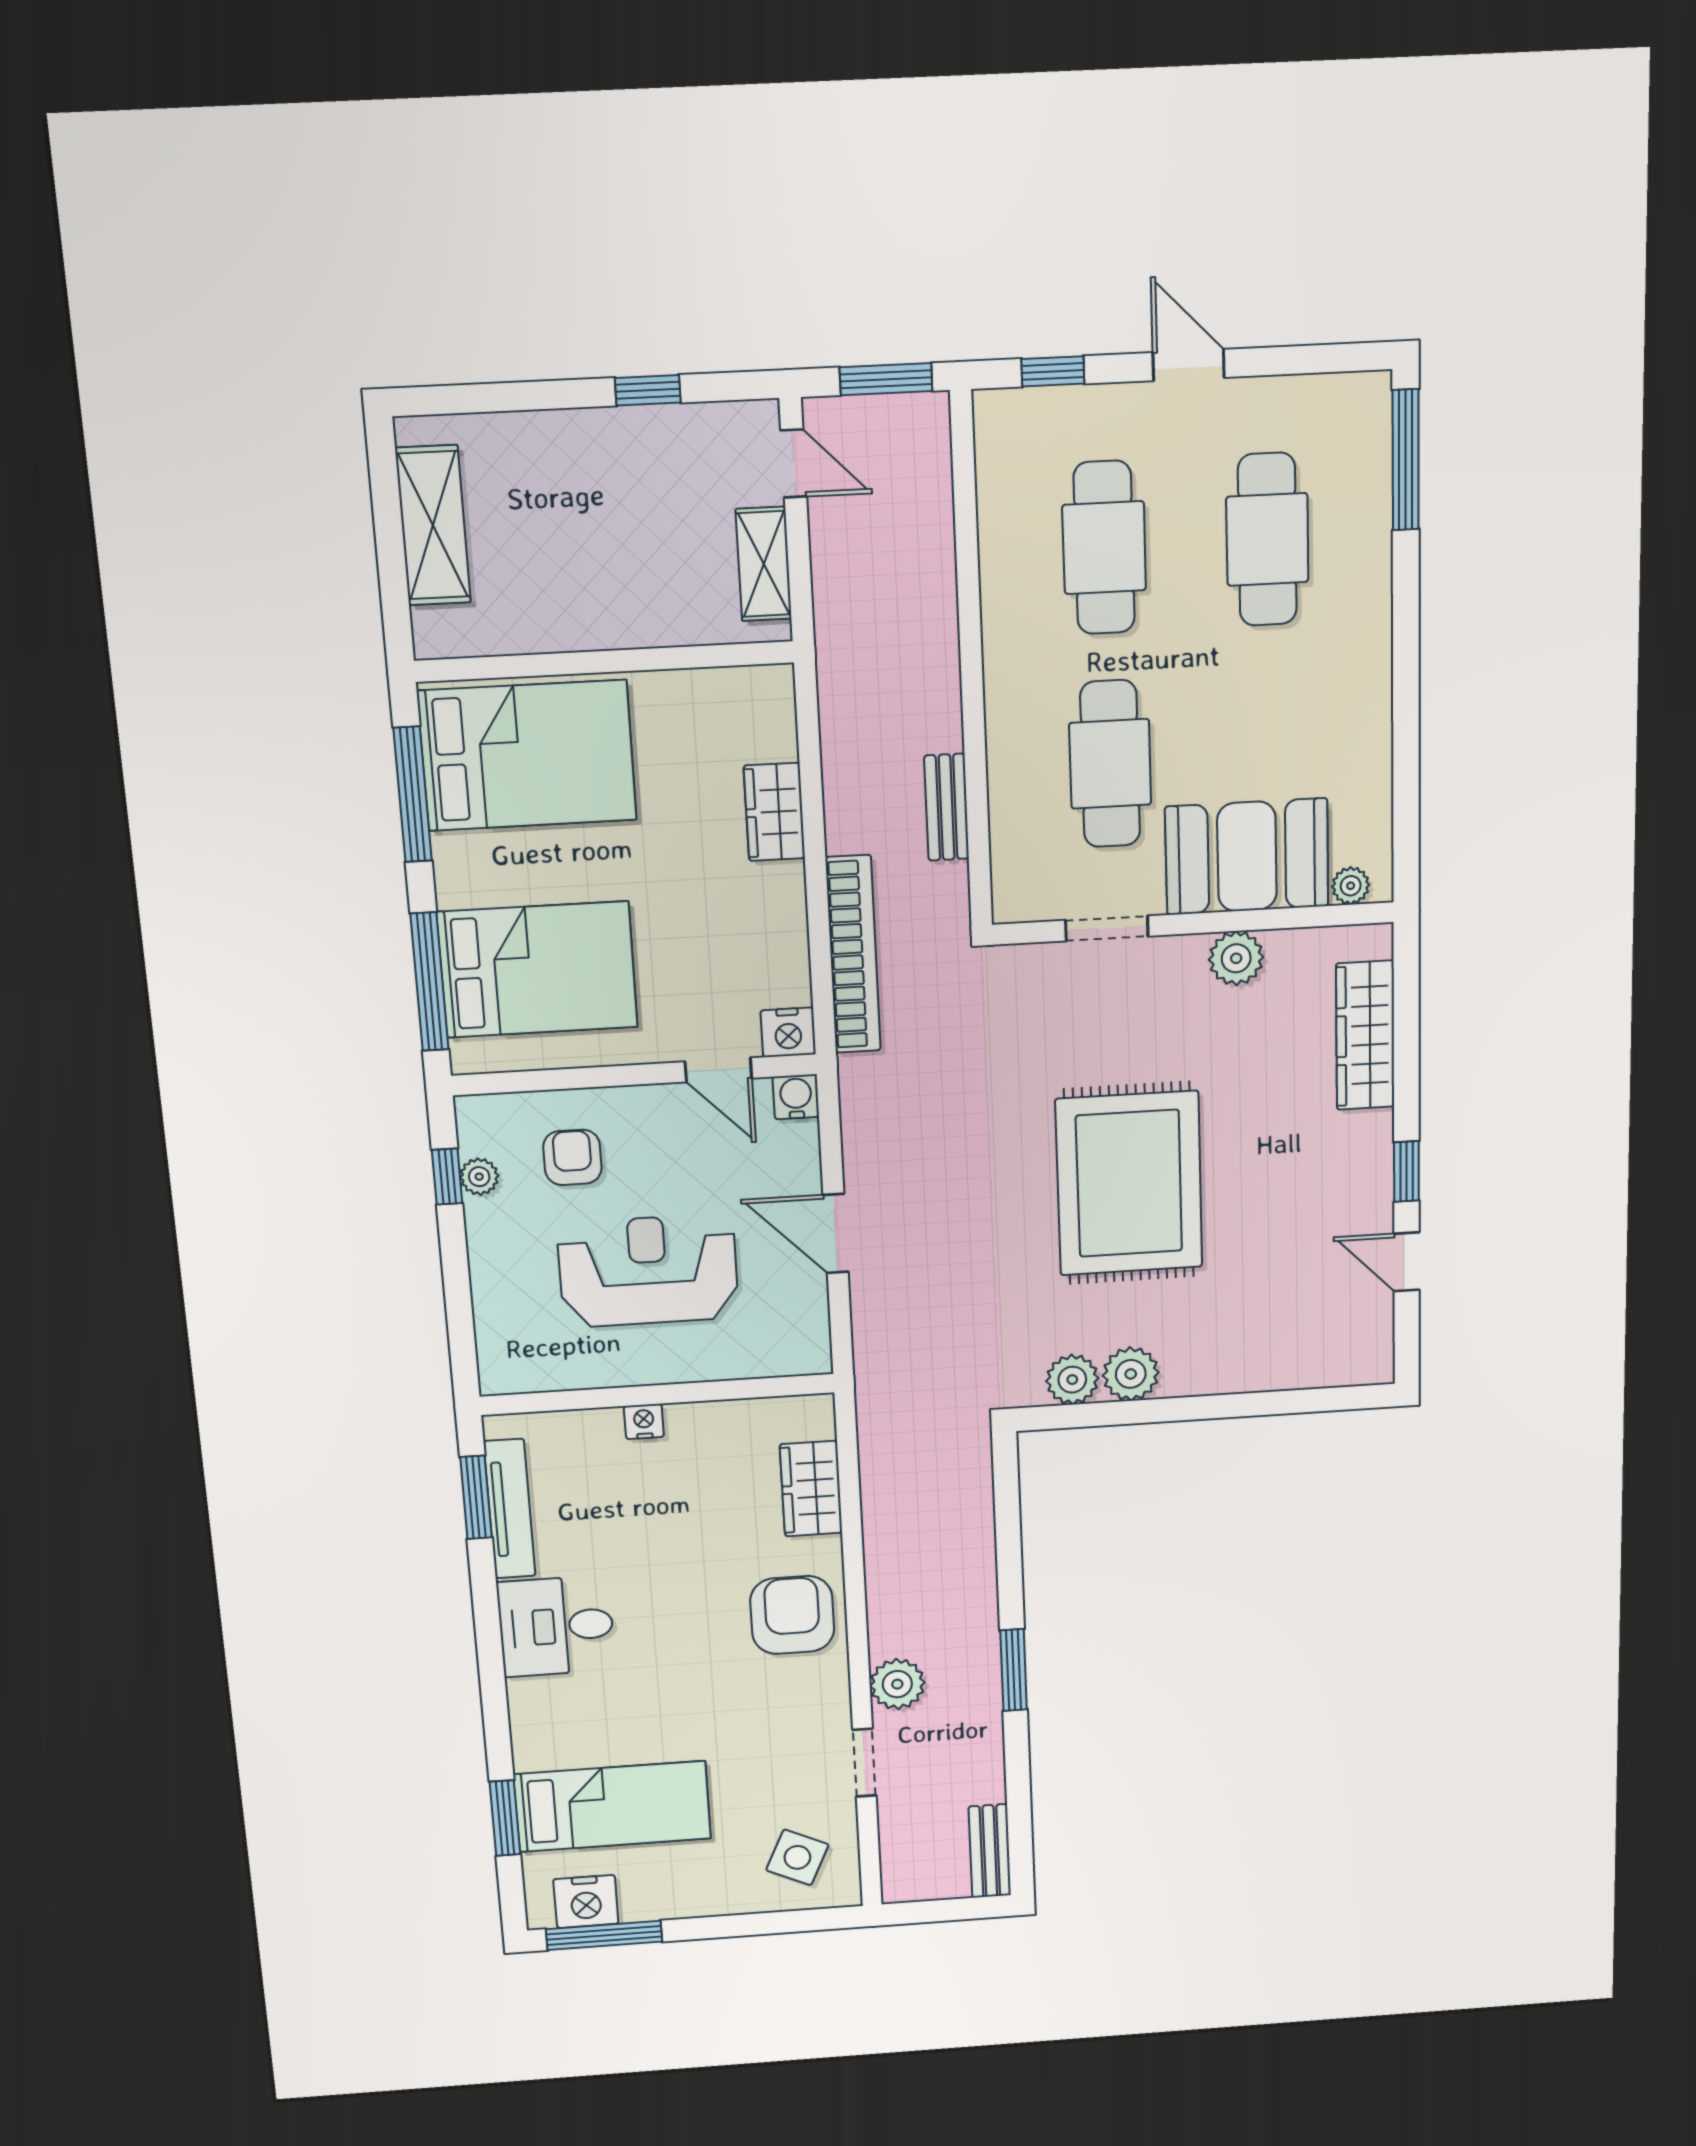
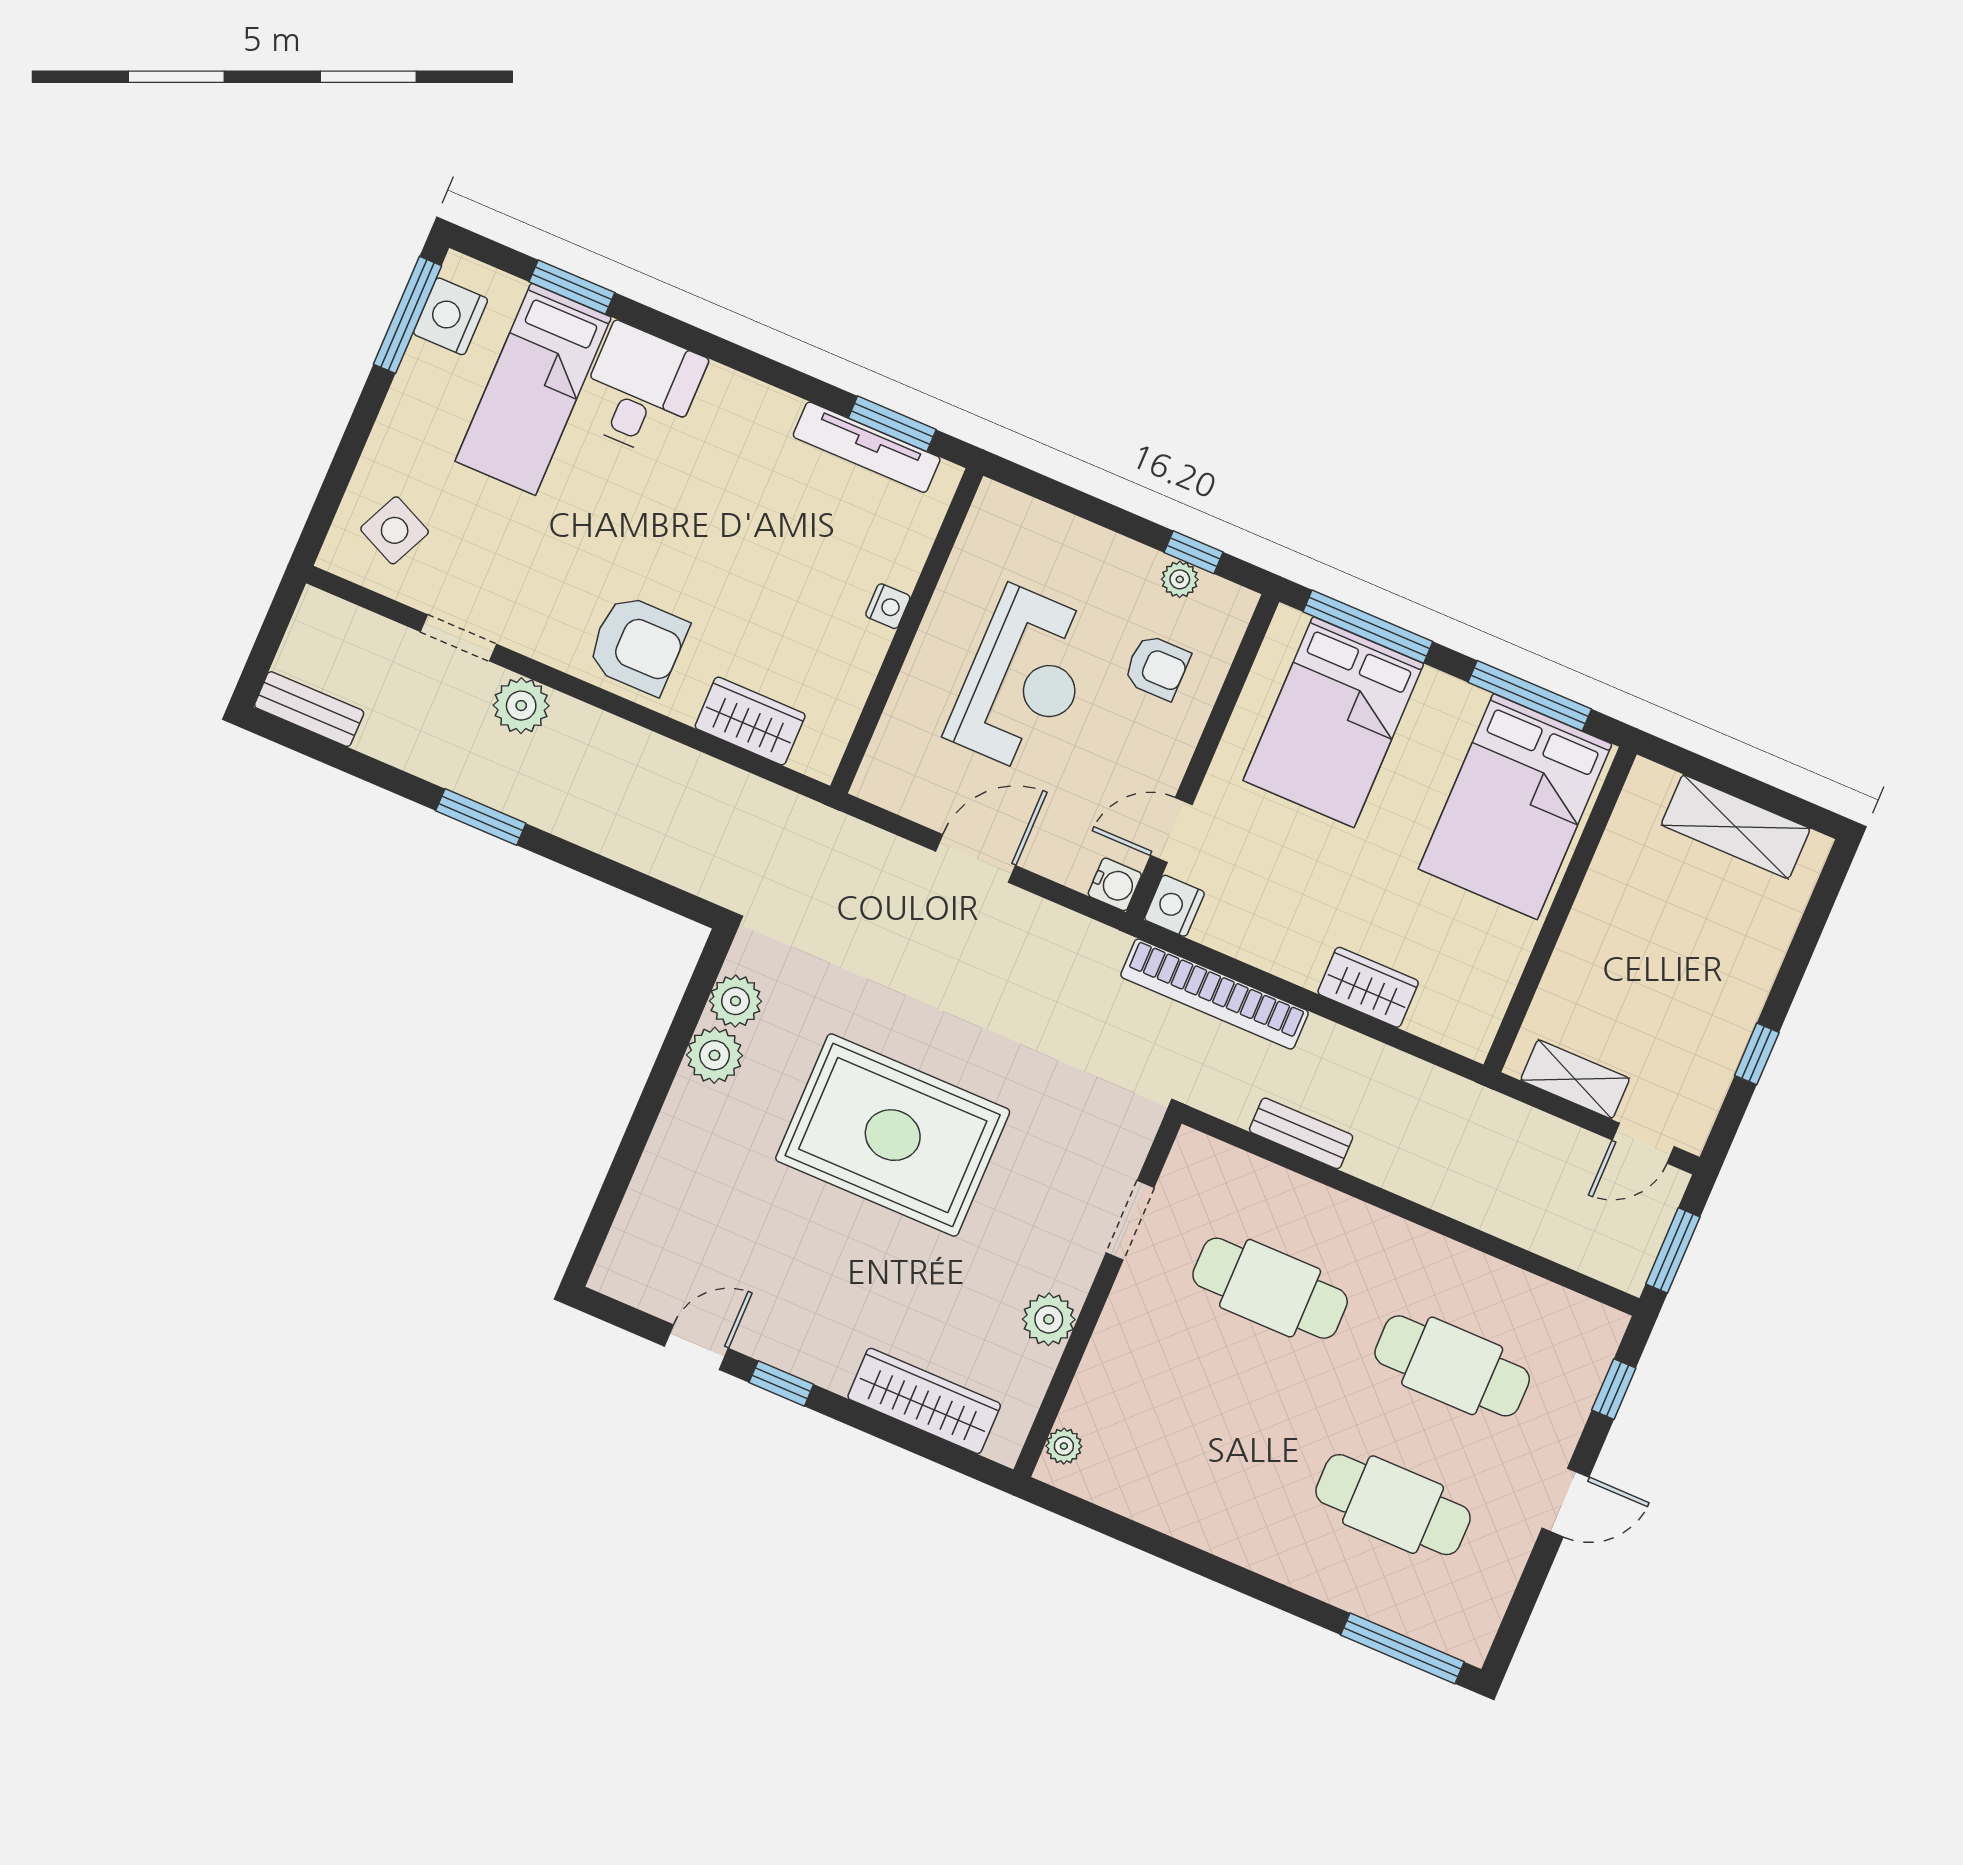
booth: (1247, 856) -> (1133, 1368), removed
desk: (556, 1626) -> (641, 390), moved

